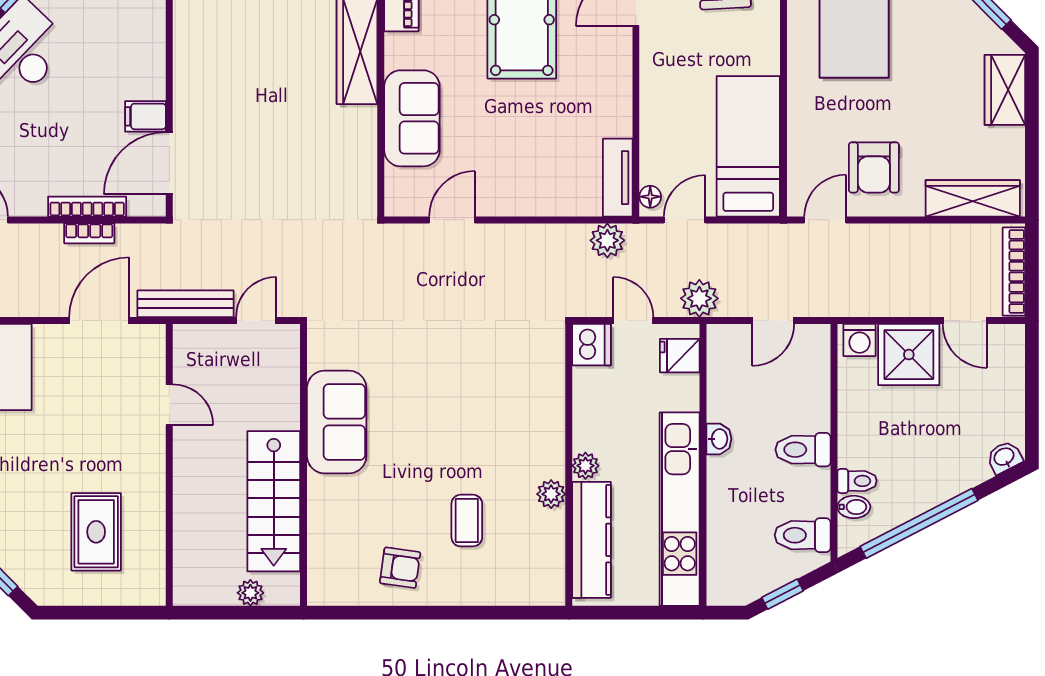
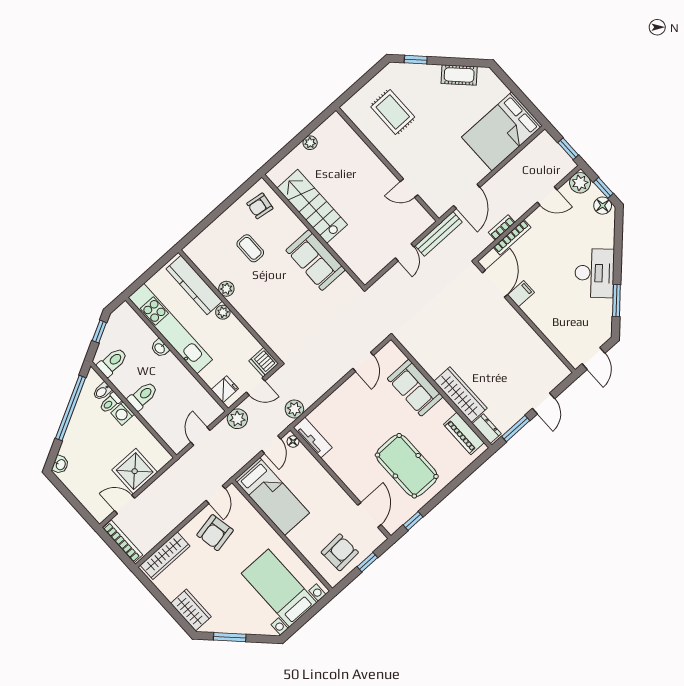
armchair: (874, 167) -> (215, 533), turned -101
washing machine: (860, 340) -> (123, 414), moved, turned -90
sofa: (337, 422) -> (316, 260), moved
washbasin: (719, 439) -> (160, 348), moved
wall: (304, 465) -> (313, 231), moved
stairs: (274, 501) -> (312, 206), moved

